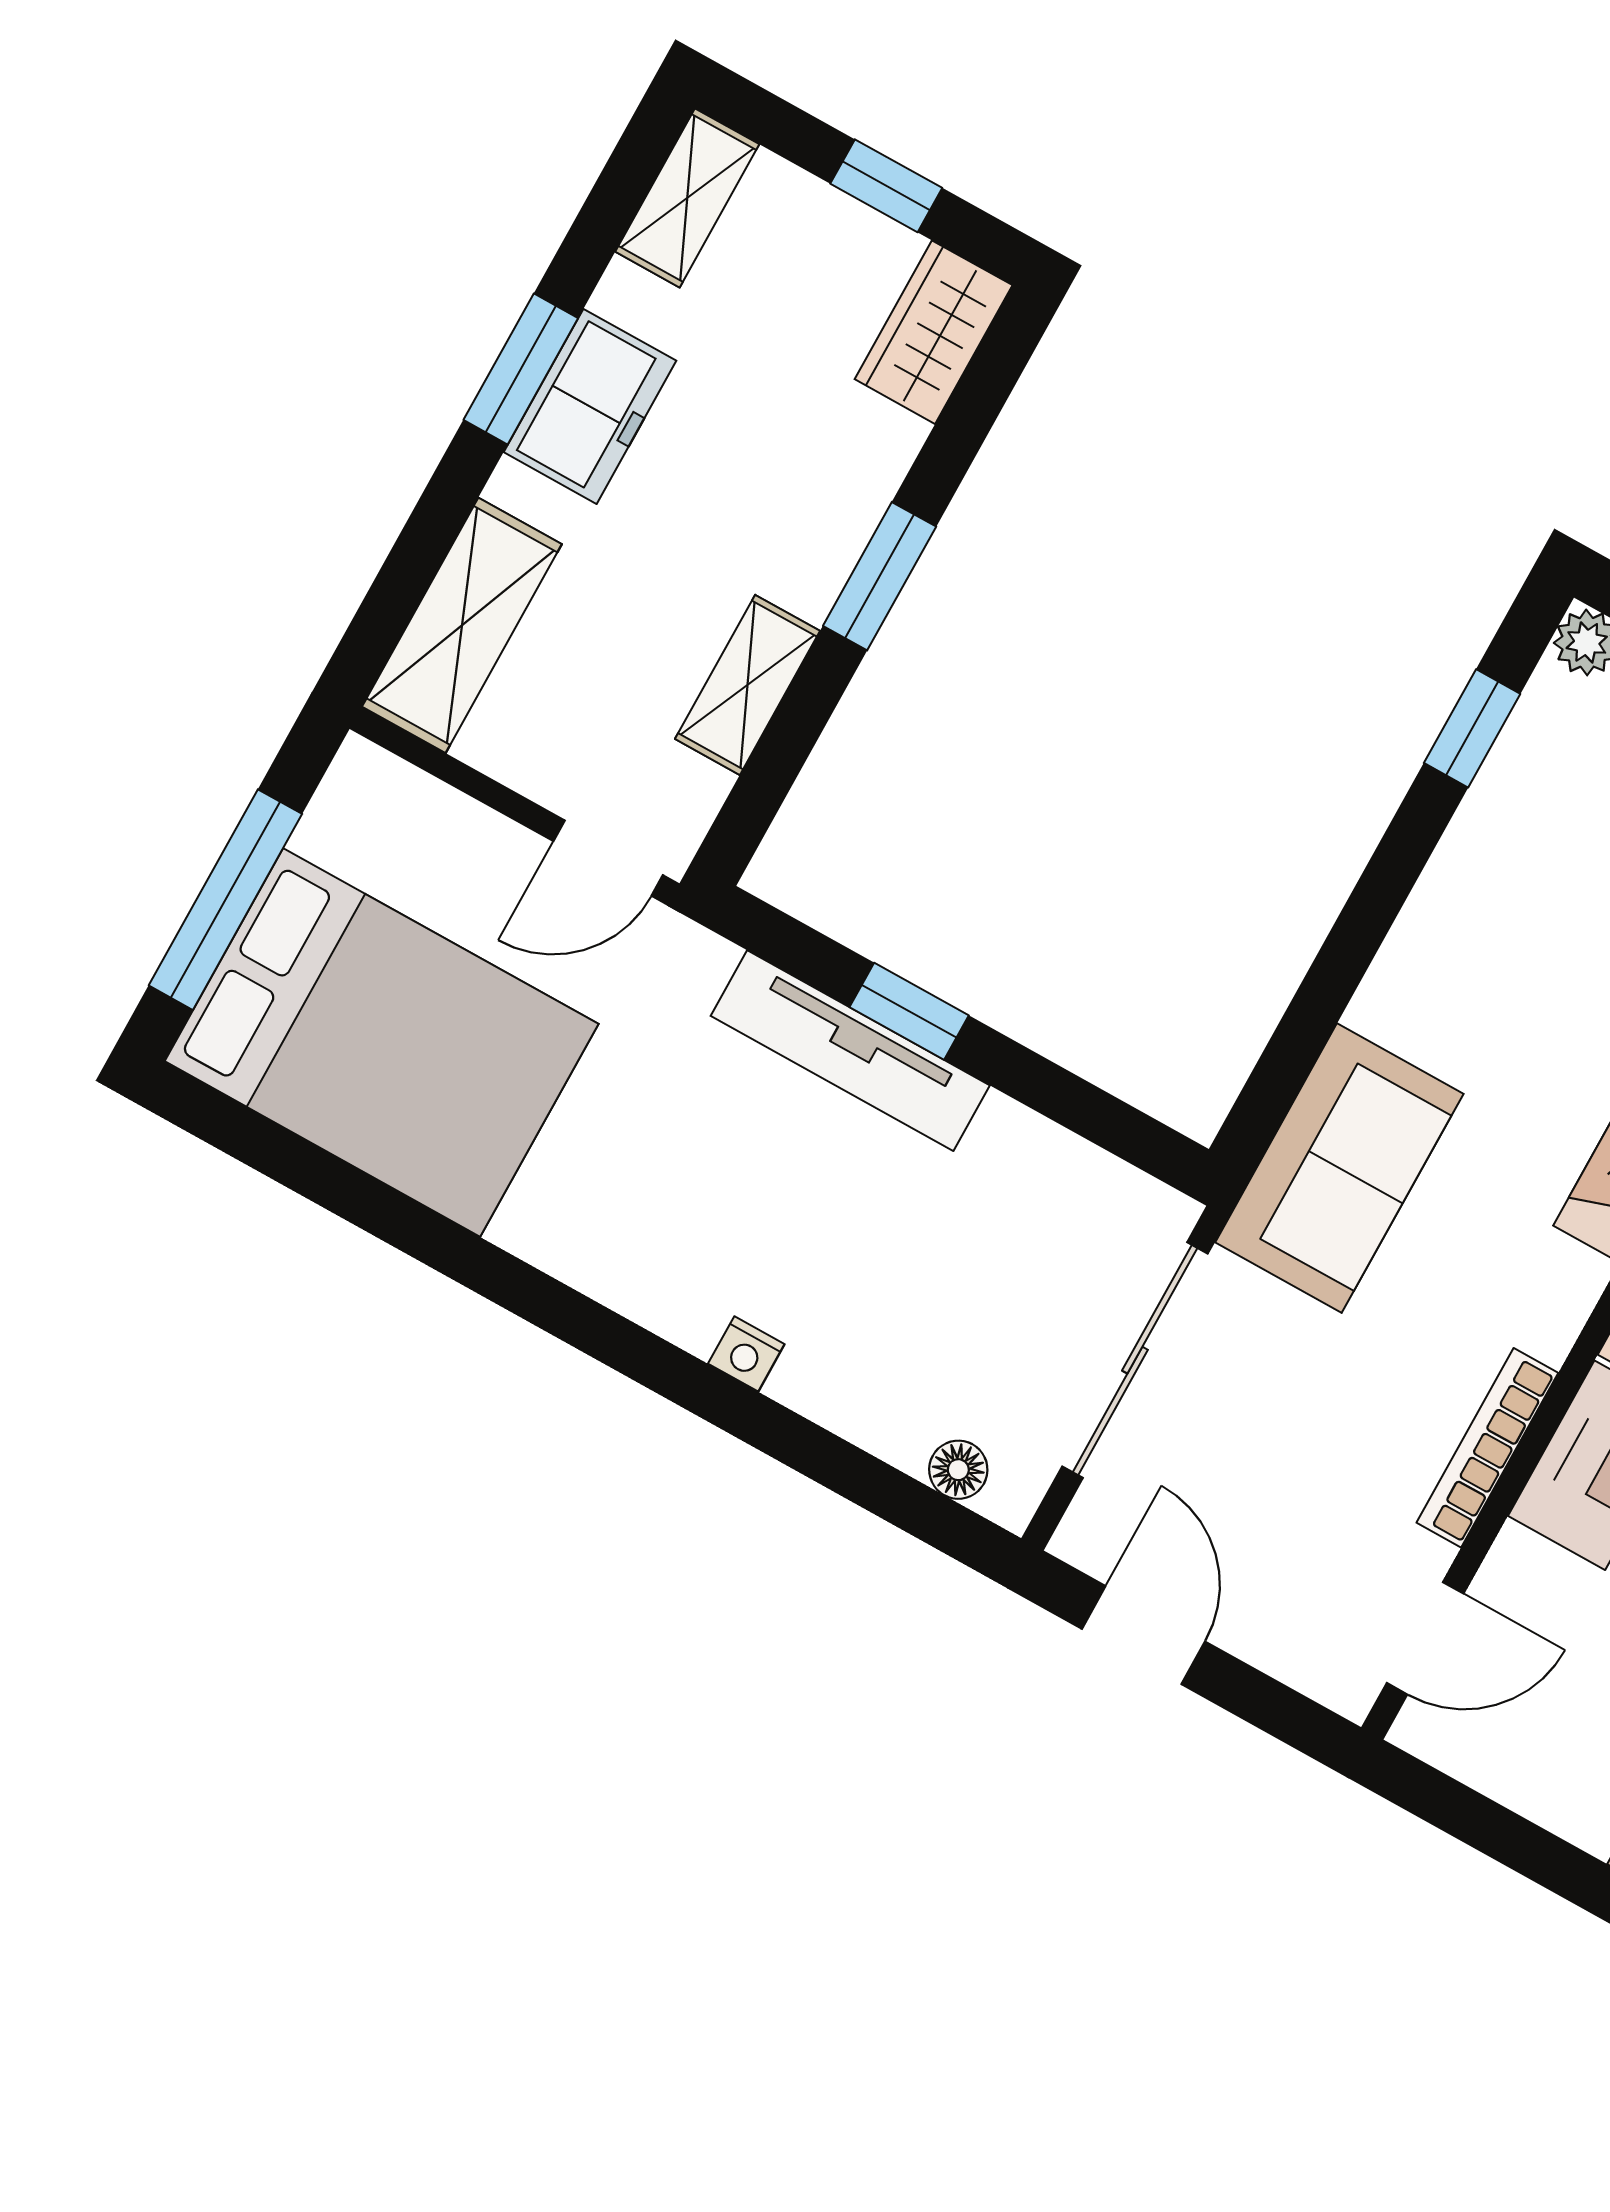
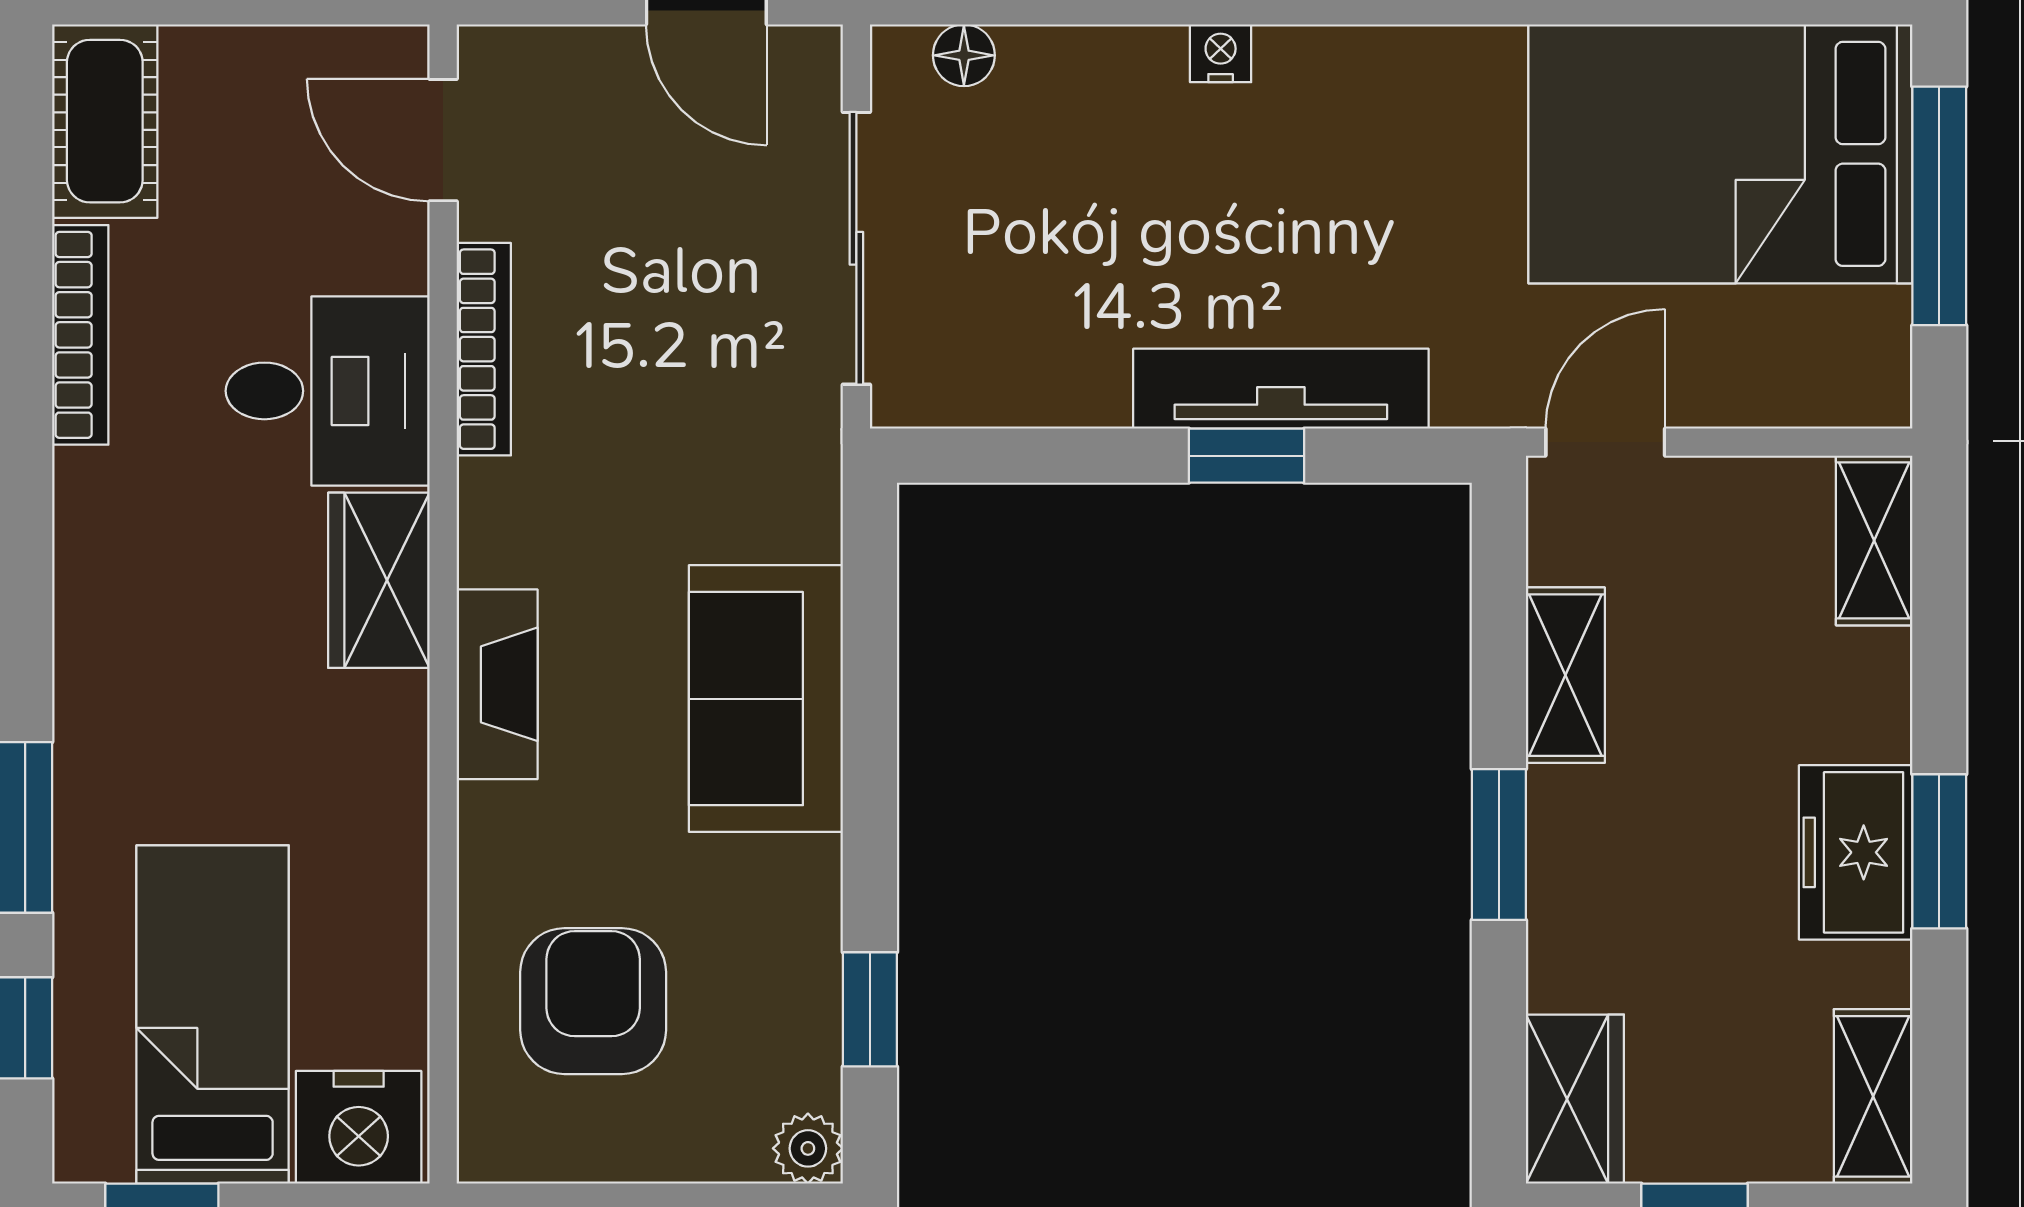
shelving: (462, 625) -> (1874, 540), width x0.67, depth x0.75
sofa: (1339, 1168) -> (766, 699), moved
door: (1425, 1638) -> (443, 140), hinge flipped

